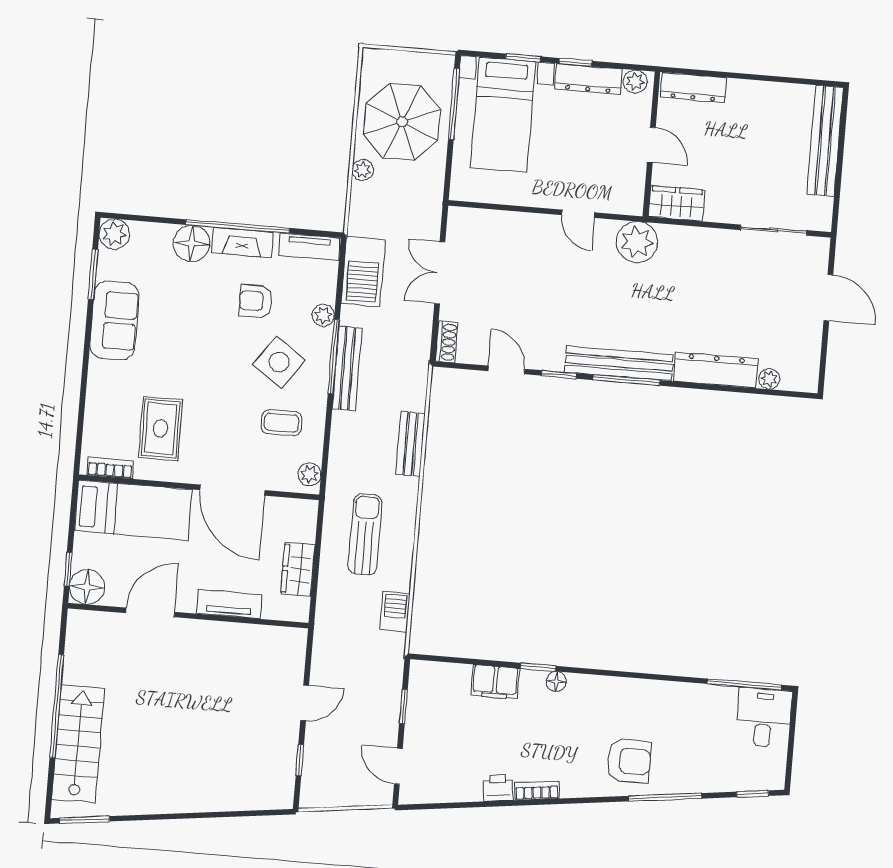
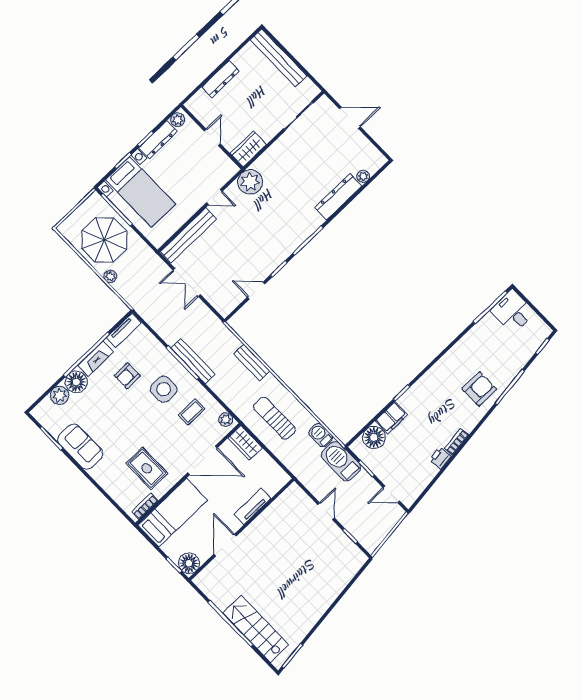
dresser: (694, 87) -> (221, 79), moved
door: (651, 145) -> (212, 137), hinge flipped
plant: (114, 234) -> (60, 395), moved
barbecue: (363, 272) -> (341, 461), moved, turned 180
plant: (323, 315) -> (160, 351), removed
shoe rack: (447, 342) -> (220, 306), removed
side table: (279, 362) -> (164, 389), turned -35
bench: (619, 363) -> (189, 235), moved
wardrobe: (298, 569) -> (245, 443), moved
floor lamp: (556, 681) -> (374, 437), moved, width x1.89, depth x1.89

